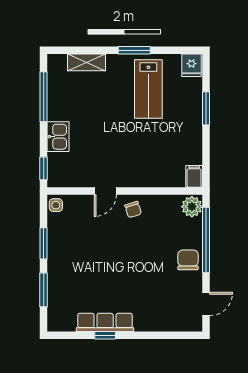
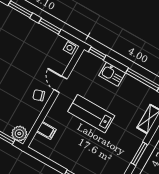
lab bench: (148, 89) -> (91, 114), moved
filing cabinet: (194, 176) -> (46, 131), moved

